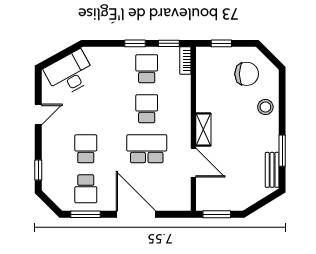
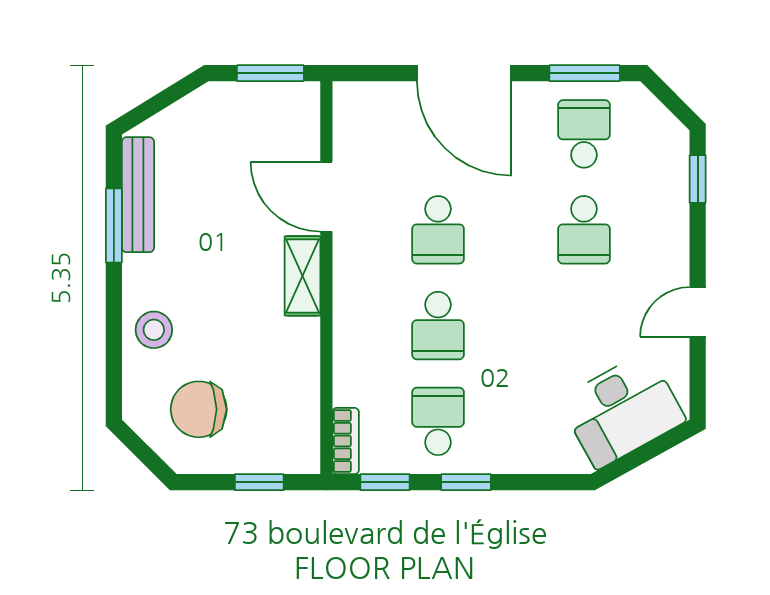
school desk: (147, 69) -> (438, 421), turned 180
school desk: (147, 149) -> (438, 230), width x0.54
bench: (272, 170) -> (138, 195), width x1.36

